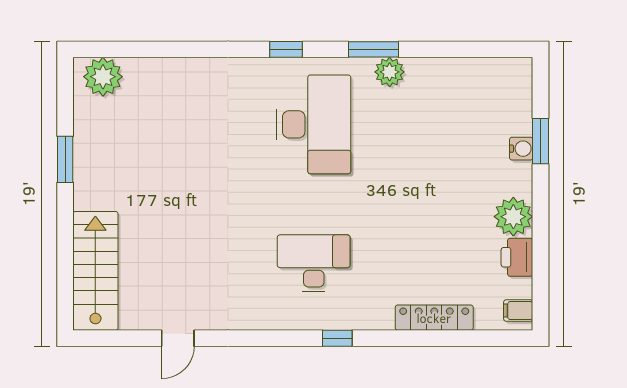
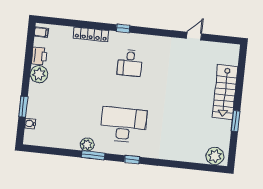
desk: (314, 124) -> (123, 125), turned 90
water cooler: (521, 149) -> (30, 124), moved
desk: (314, 263) -> (130, 63), width x0.73
stairs: (95, 271) -> (225, 92), moved
locker: (434, 318) -> (91, 34), moved

